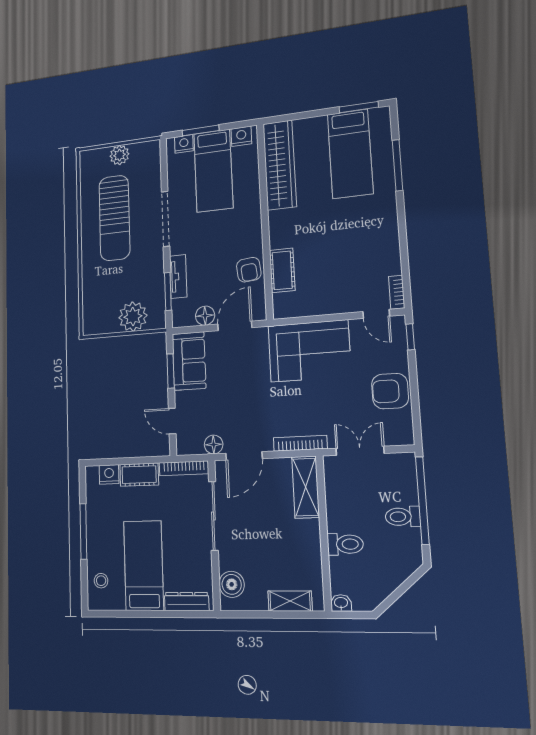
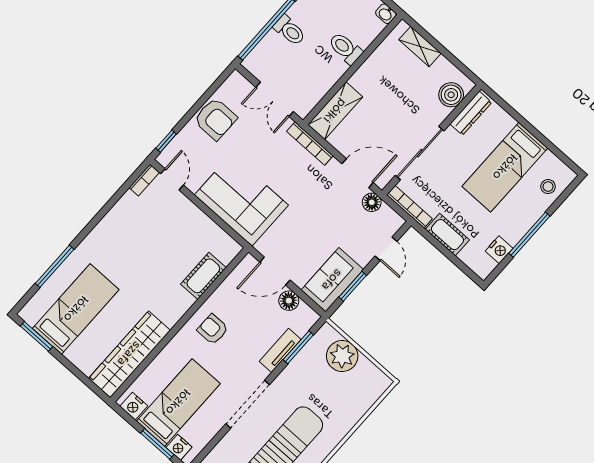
armchair: (249, 270) -> (213, 329), moved, turned -84
nightstand: (109, 474) -> (499, 250), moved, turned -90
dresser: (187, 602) -> (471, 113), moved, turned -90

